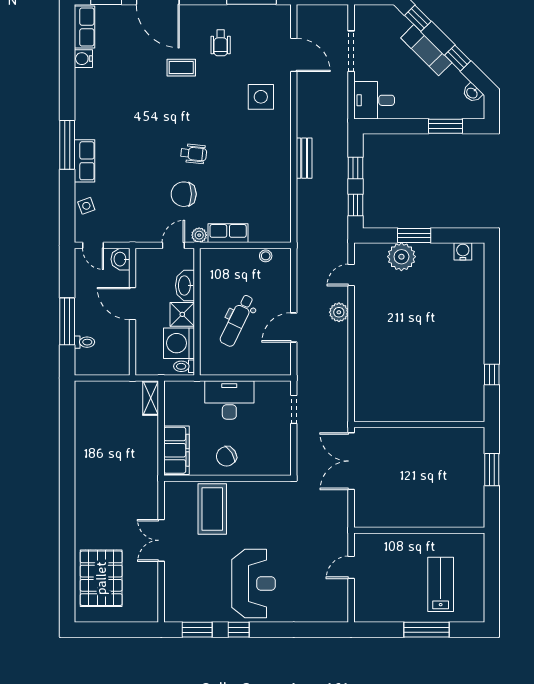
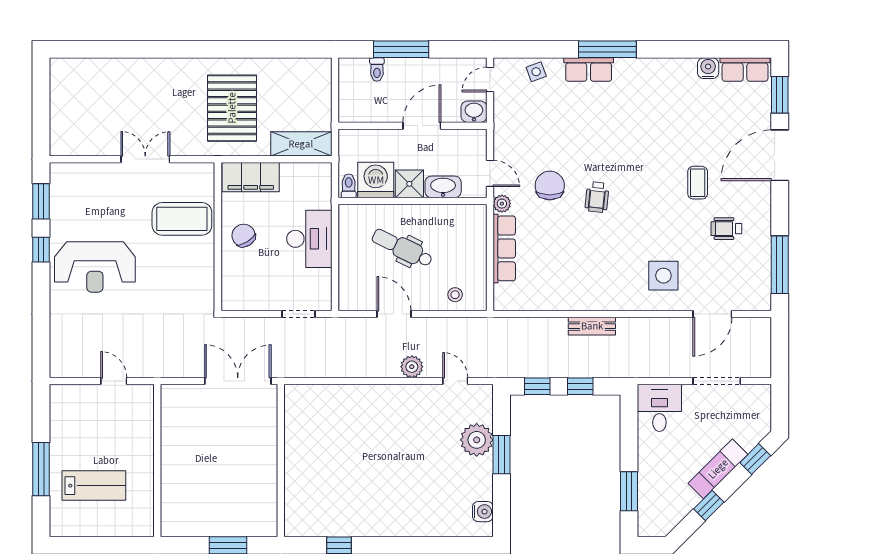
washbasin: (472, 93) -> (668, 523), removed
row of seats: (228, 233) -> (504, 248), width x1.48
stool: (266, 256) -> (455, 295), moved
shelving: (151, 398) -> (301, 144), width x1.50, depth x1.33
pallet: (101, 578) -> (232, 108), moved, turned 90

